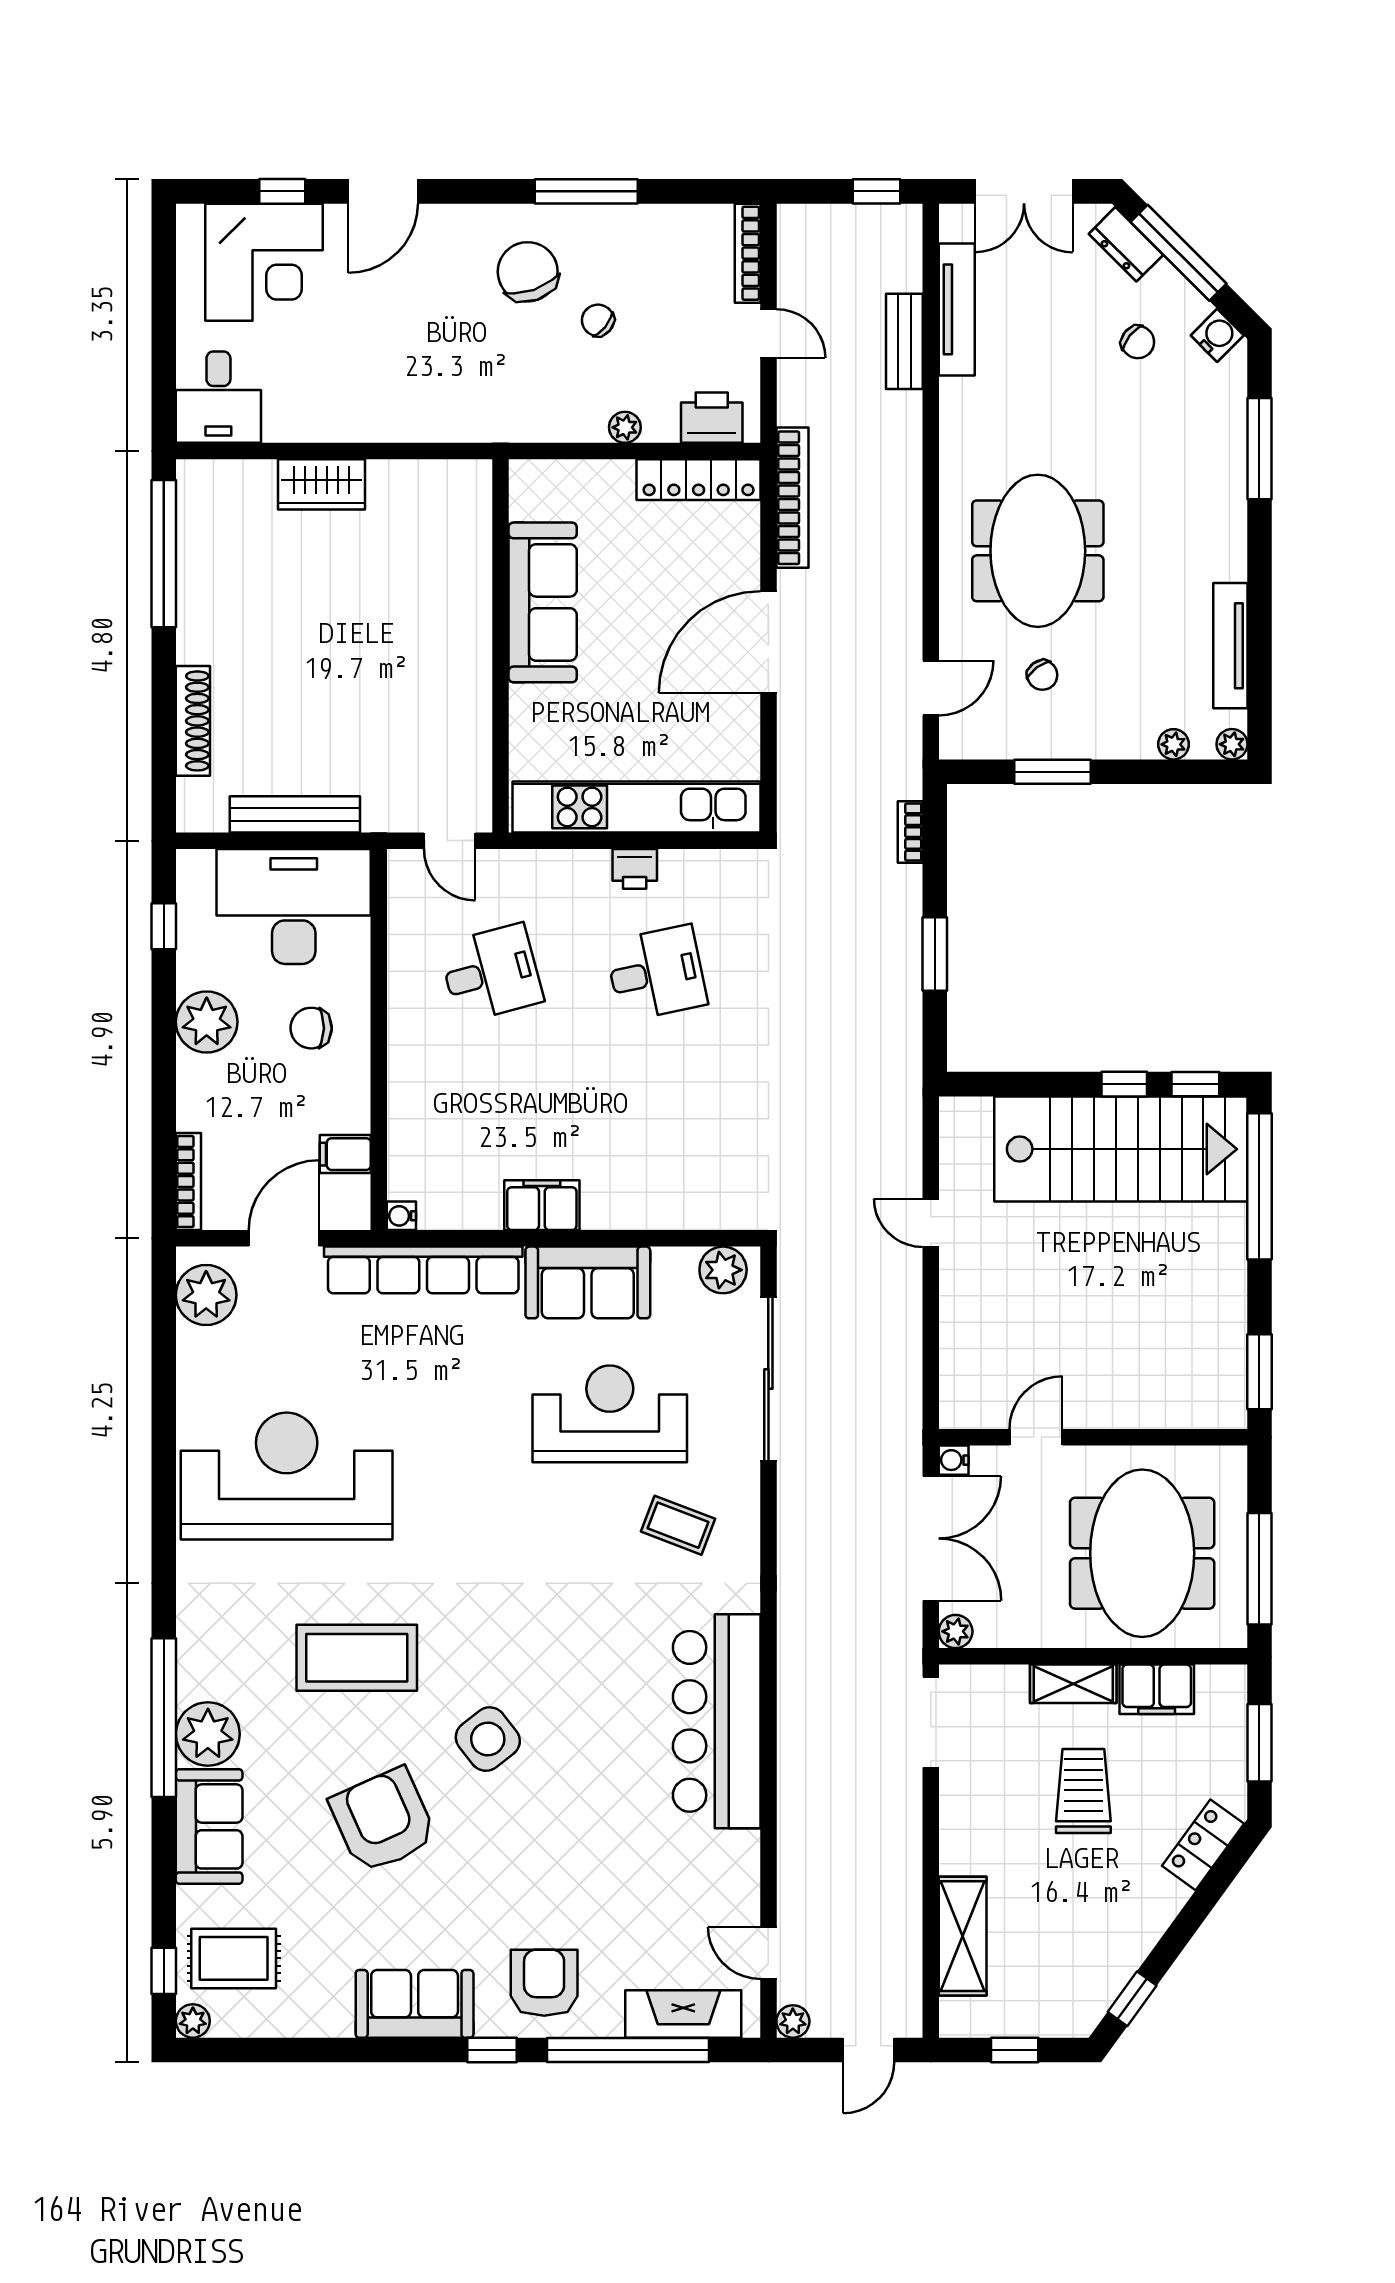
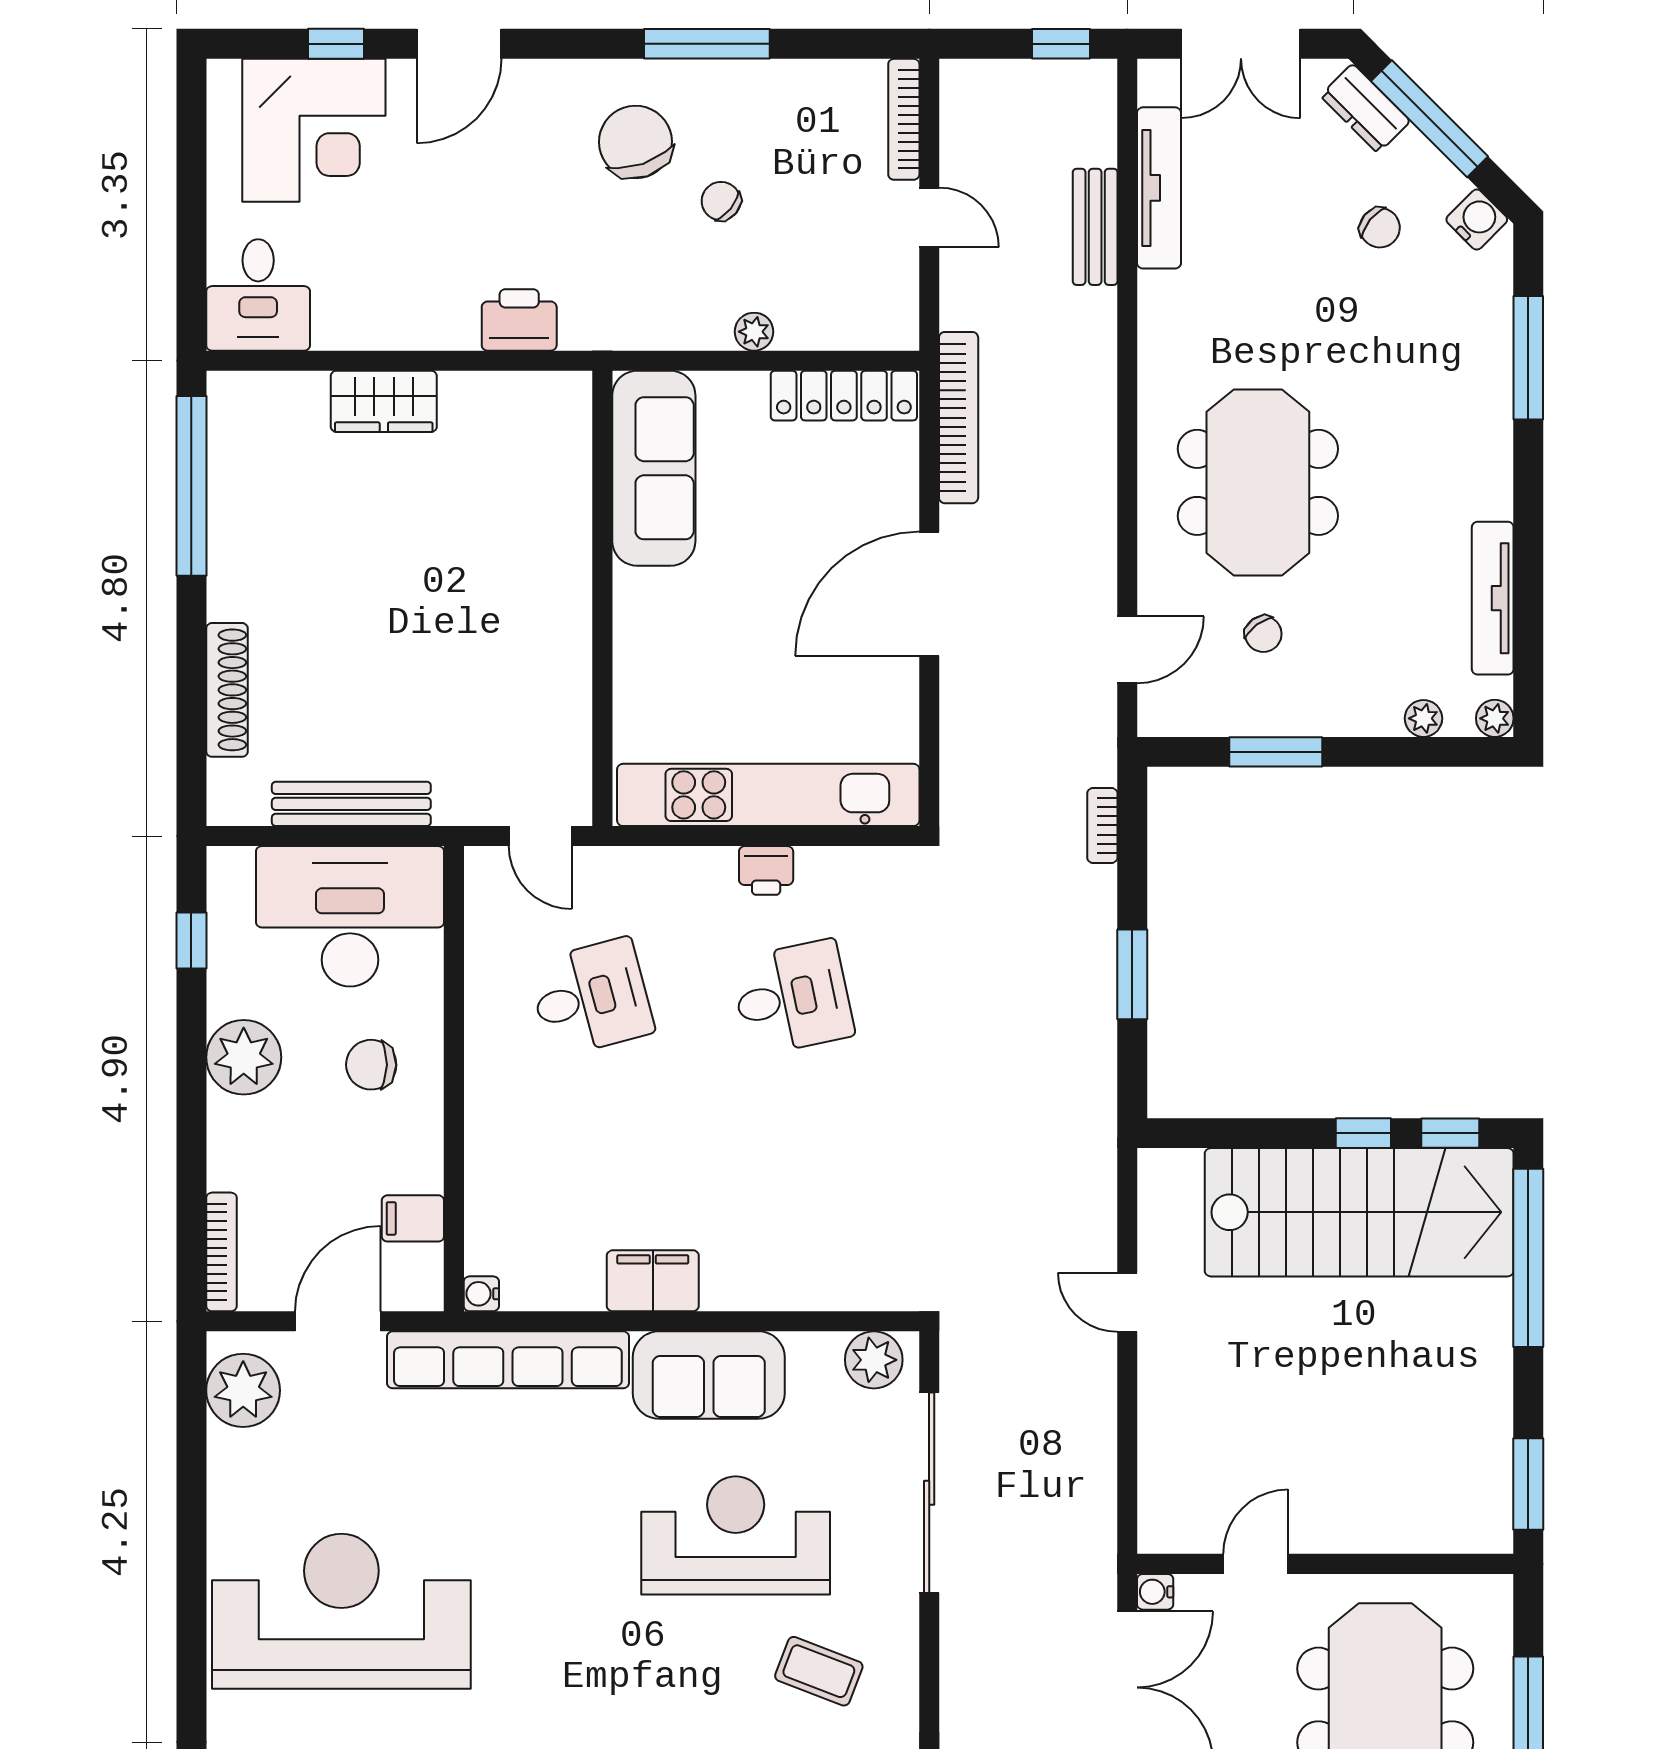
printer: (712, 418) -> (519, 320), moved
sofa: (543, 602) -> (654, 468), moved

